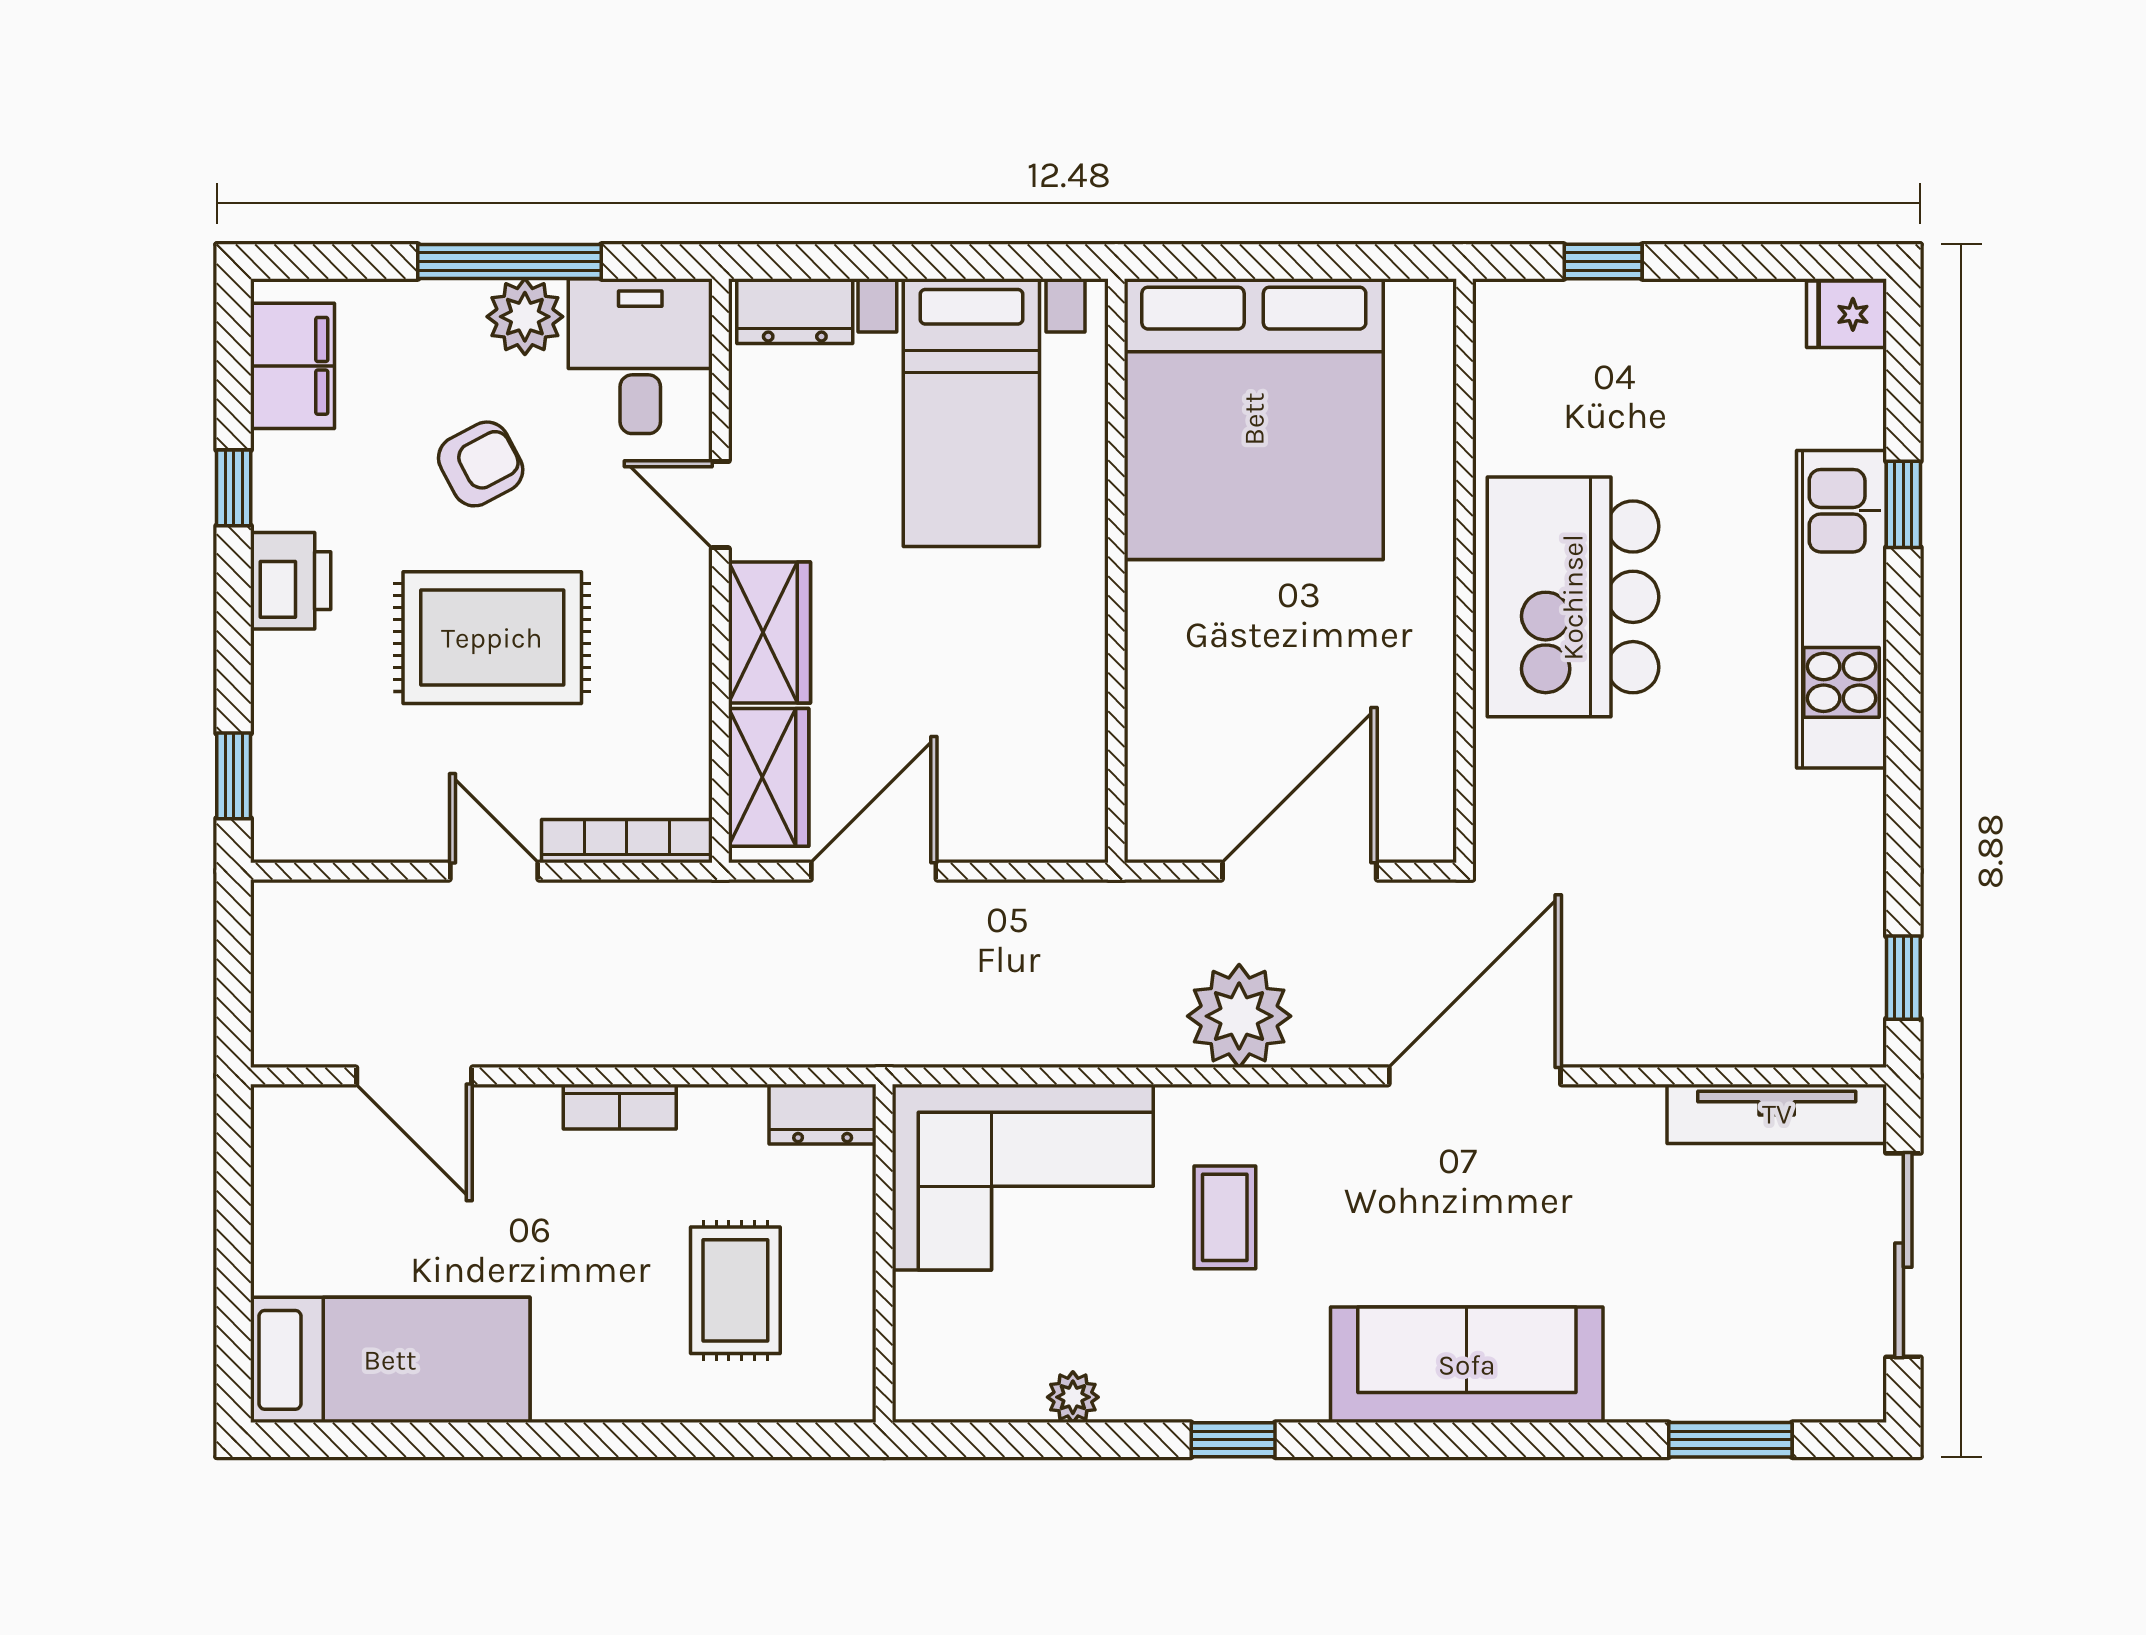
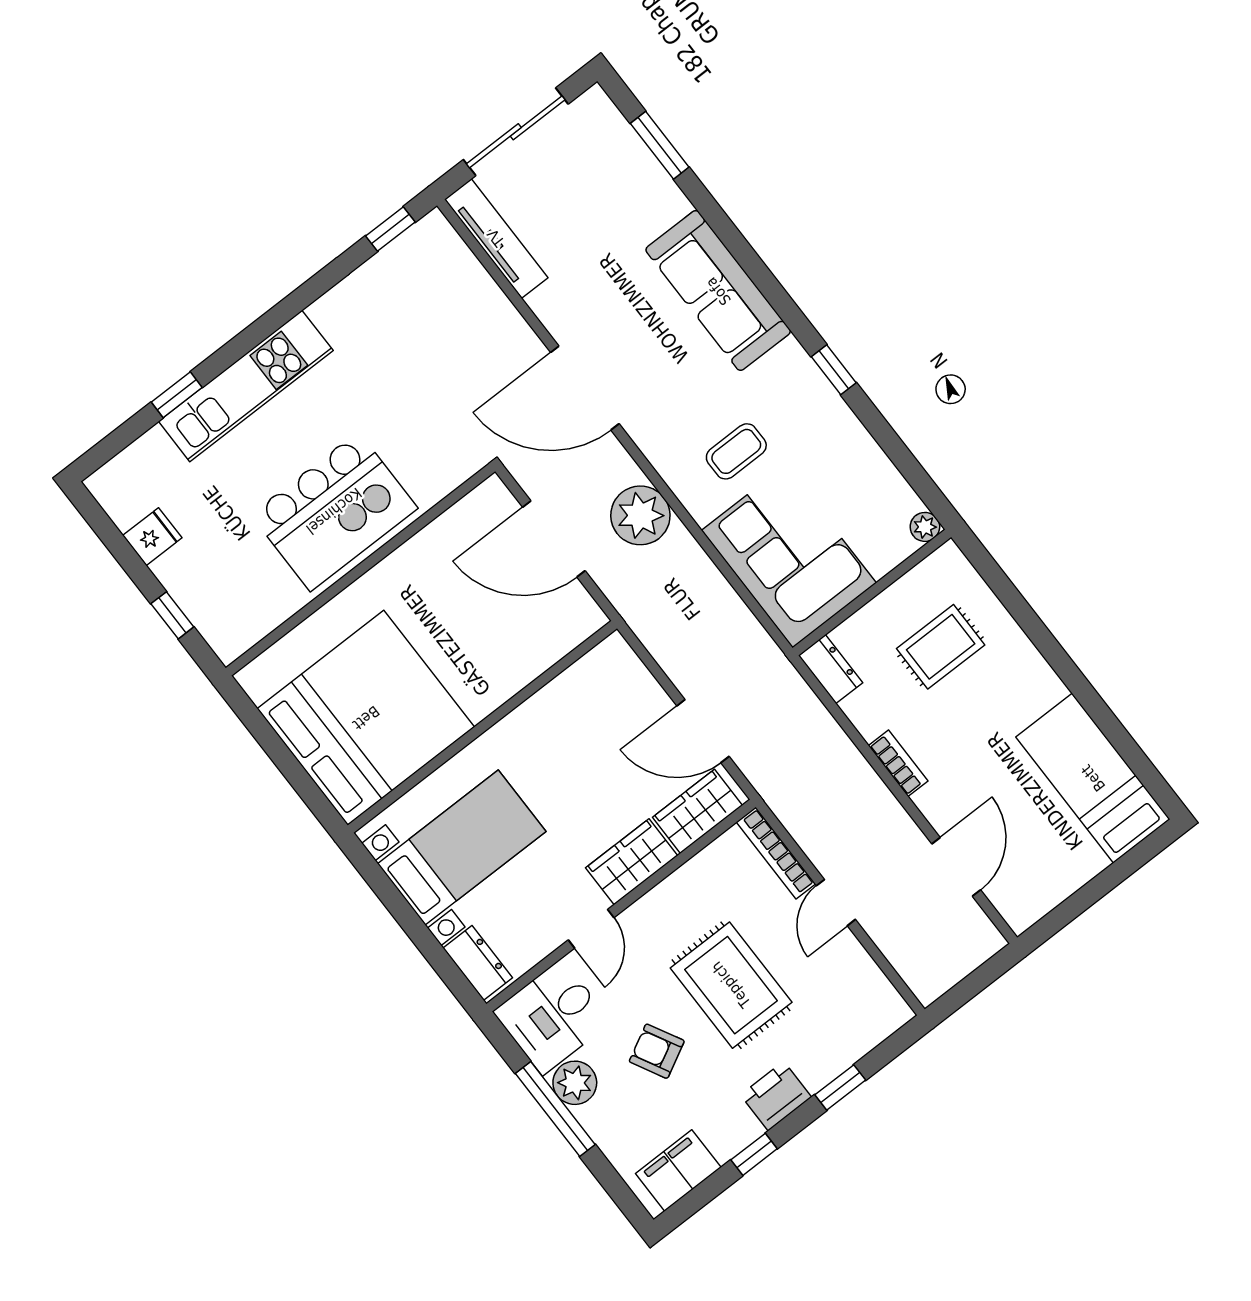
fridge: (1847, 314) -> (152, 537), moved, turned -90
window: (234, 776) -> (840, 1087), moved
plant: (1073, 1397) -> (925, 527), moved

